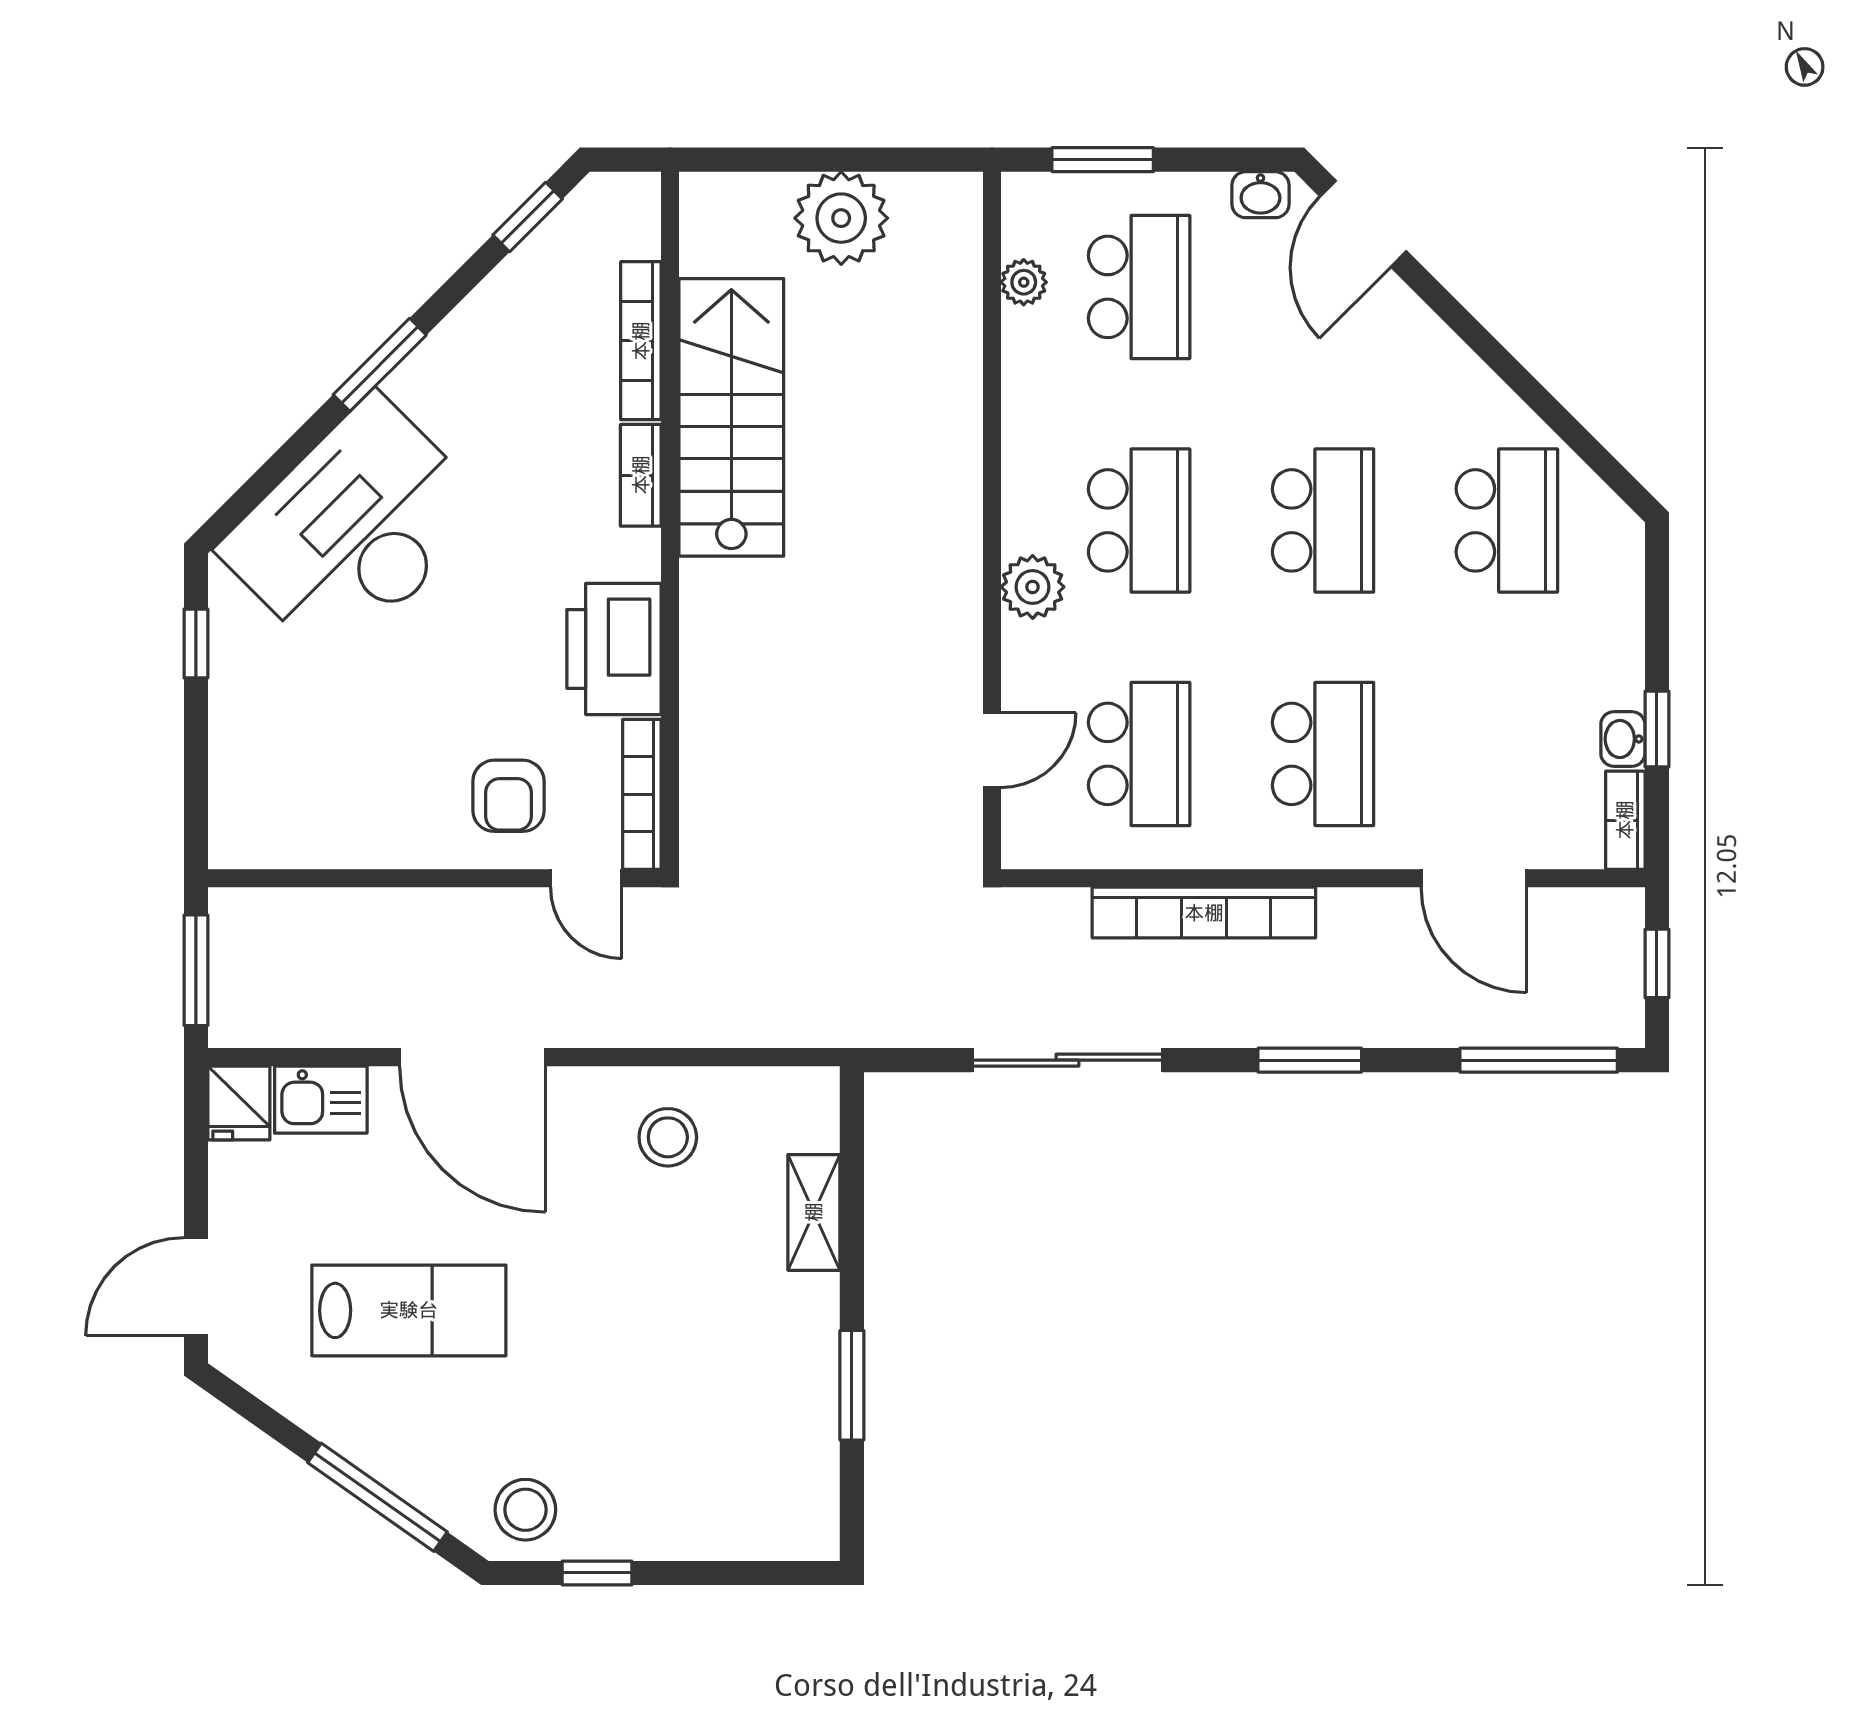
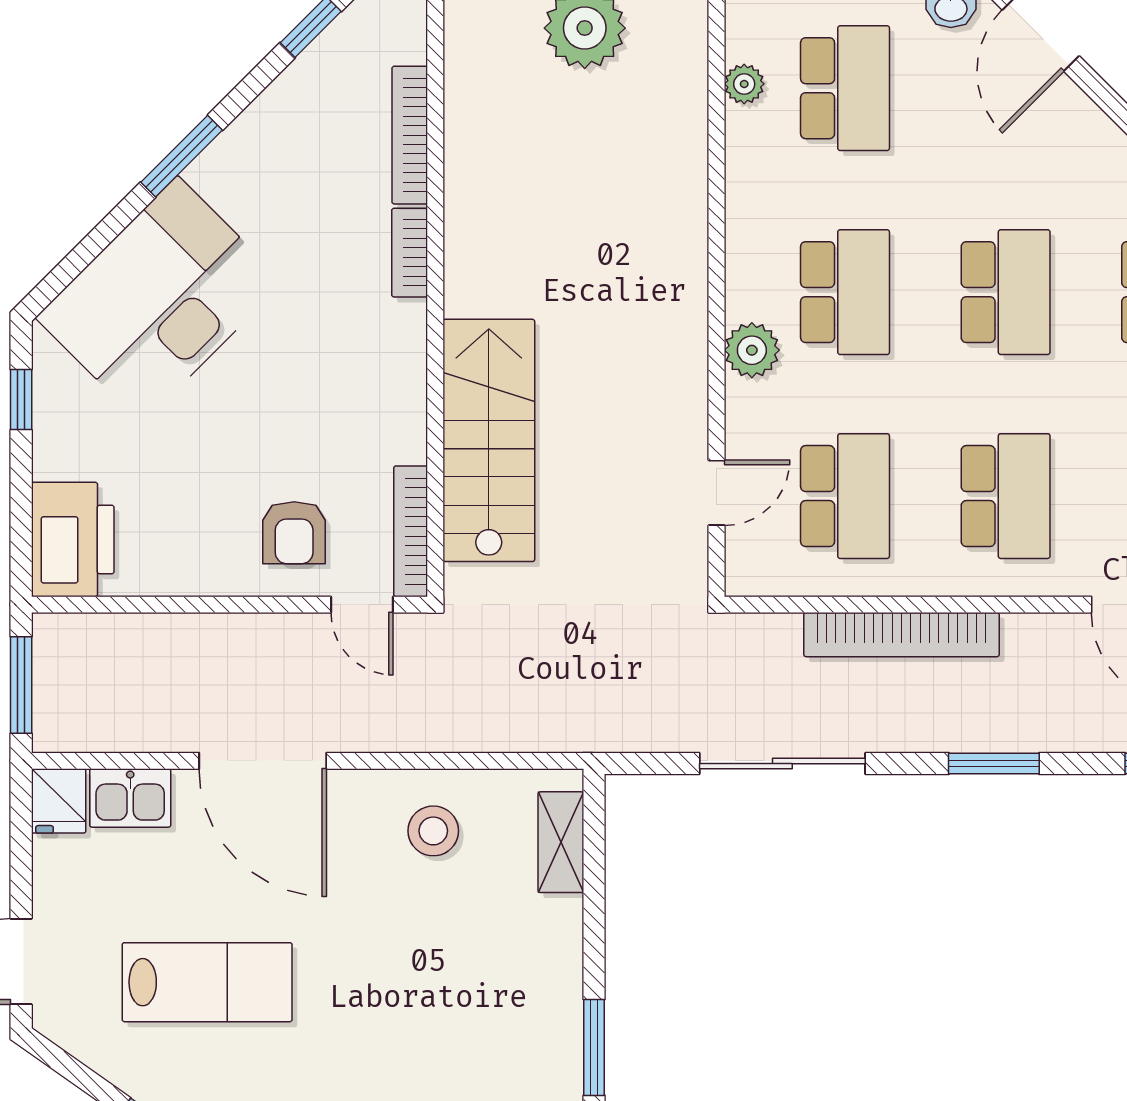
stairs: (731, 417) -> (489, 440), moved
printer: (614, 649) -> (73, 539), moved, turned 180
shelving: (814, 1212) -> (561, 842), moved

